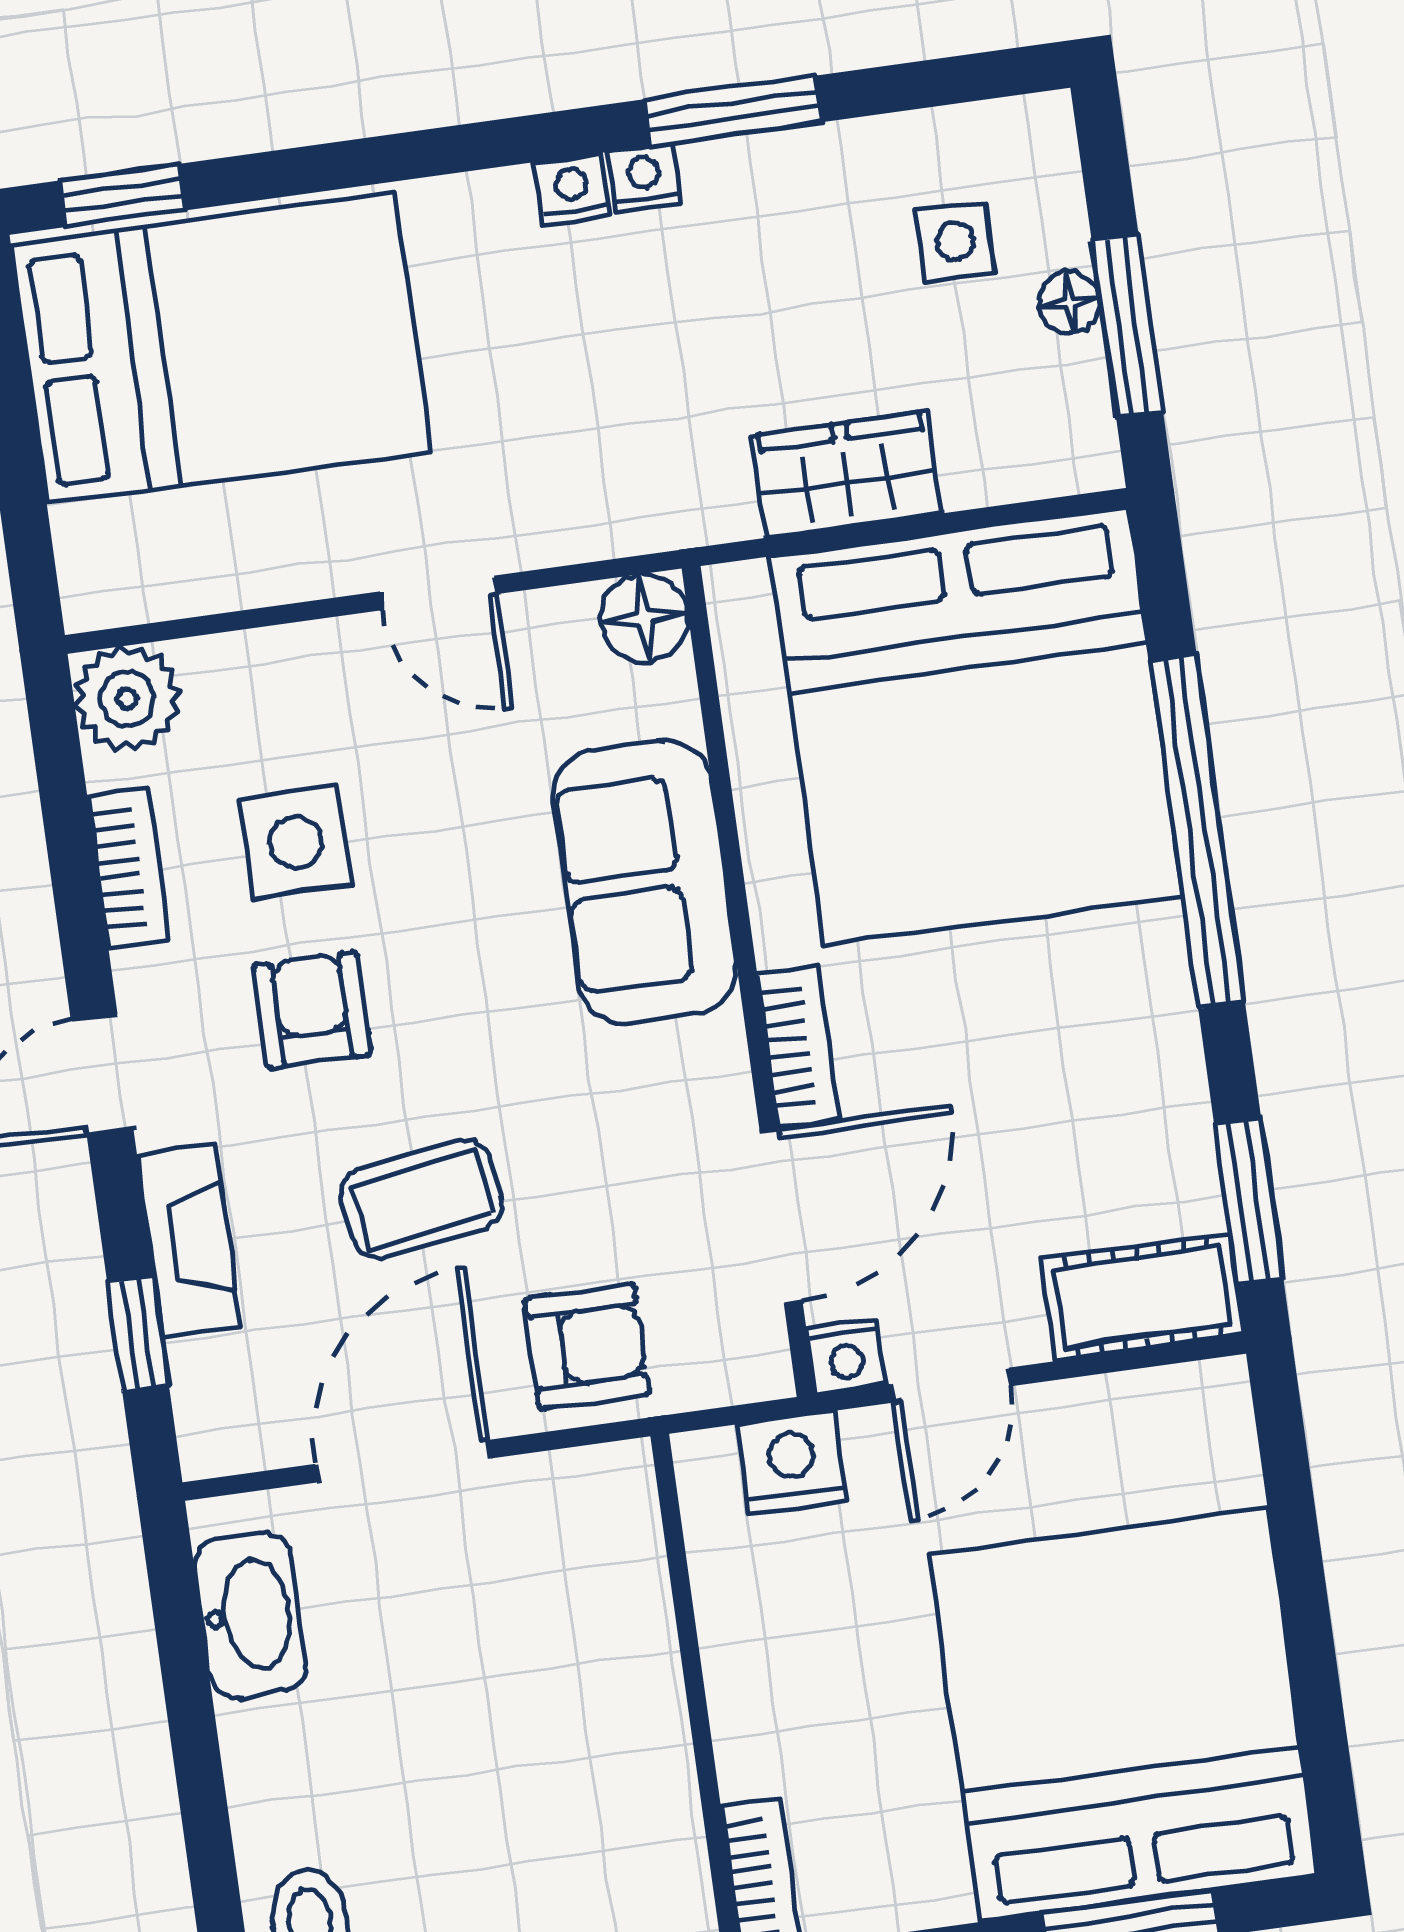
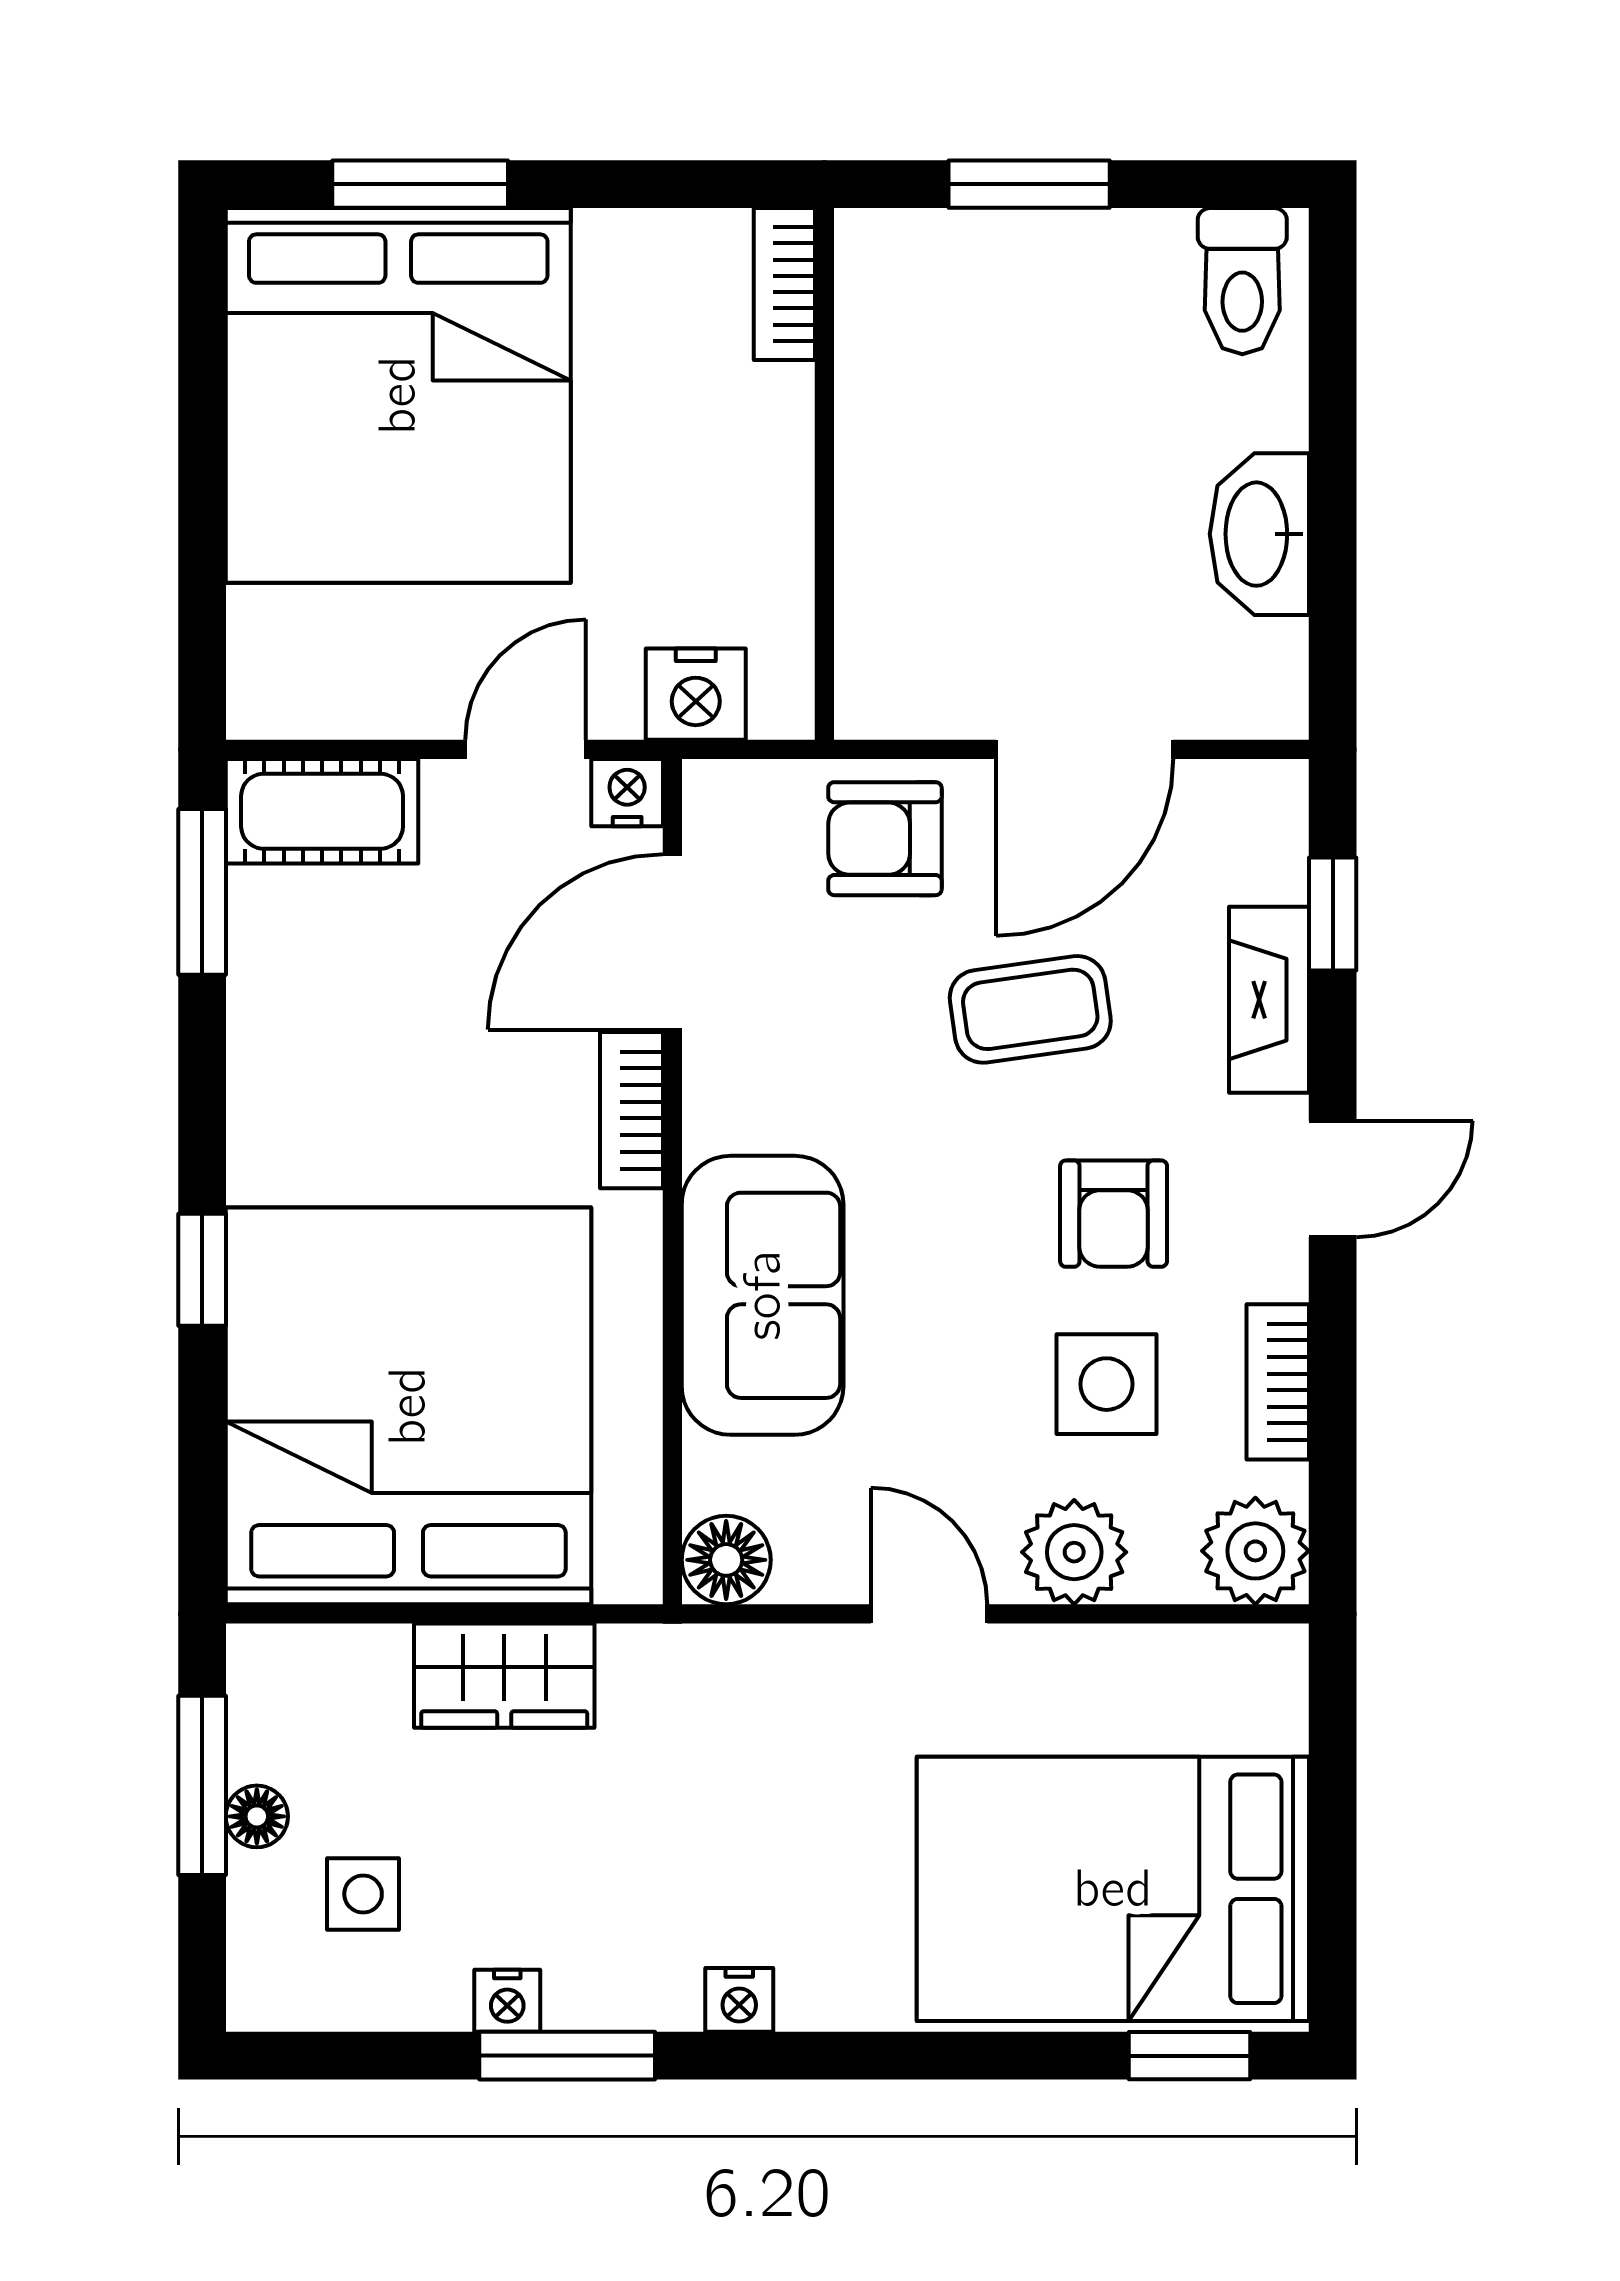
nightstand: (645, 178) -> (507, 2001), moved
plant: (304, 673) -> (1074, 1552), added
window: (1197, 831) -> (202, 1270), width x0.32
washbasin: (250, 1615) -> (1259, 534), moved

